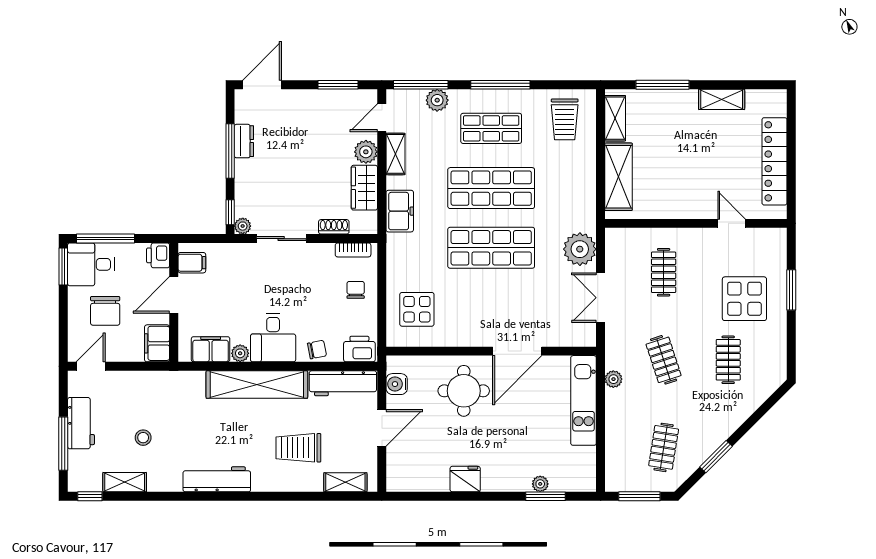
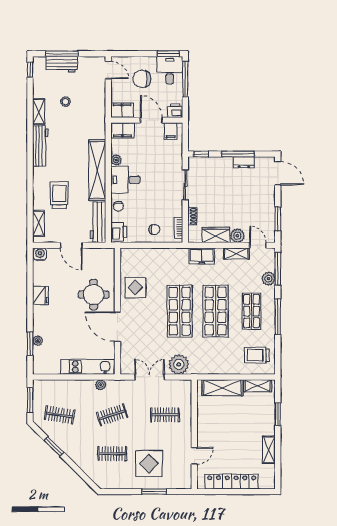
window: (663, 85) -> (278, 414), width x0.69
plant: (243, 226) -> (193, 162), removed
display table: (417, 309) -> (135, 288), moved
filing cabinet: (211, 349) -> (122, 130), moved, turned 90
water cooler: (397, 384) -> (40, 254), moved
workbench: (81, 423) -> (62, 64), moved
shelving: (125, 482) -> (39, 112), moved

